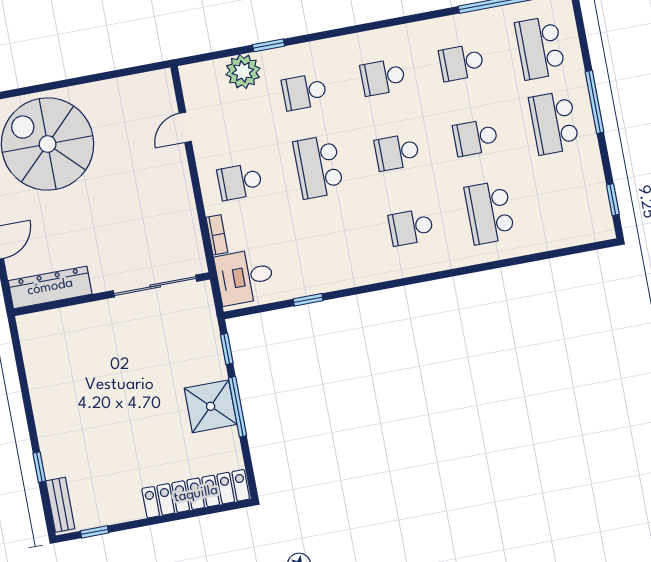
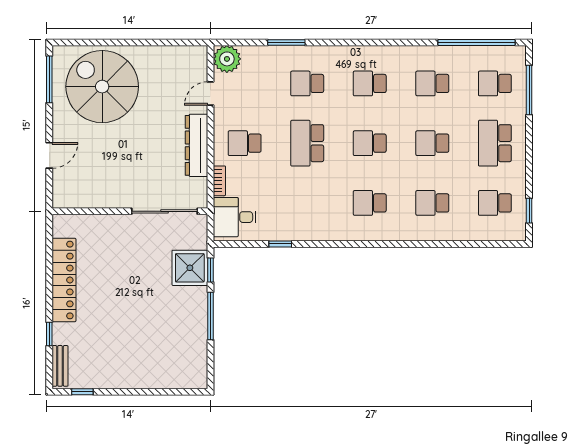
window: (269, 45) -> (286, 42), width x1.50
school desk: (540, 48) -> (495, 83), width x0.54
plant: (243, 72) -> (227, 59), moved
window: (595, 102) -> (529, 90), moved
school desk: (568, 198) -> (495, 203), added
school desk: (490, 213) -> (432, 203), width x0.54
dresser: (50, 287) -> (196, 145), moved, turned -90
shower: (211, 406) -> (190, 268), moved
locker: (196, 494) -> (64, 280), moved, turned 90

